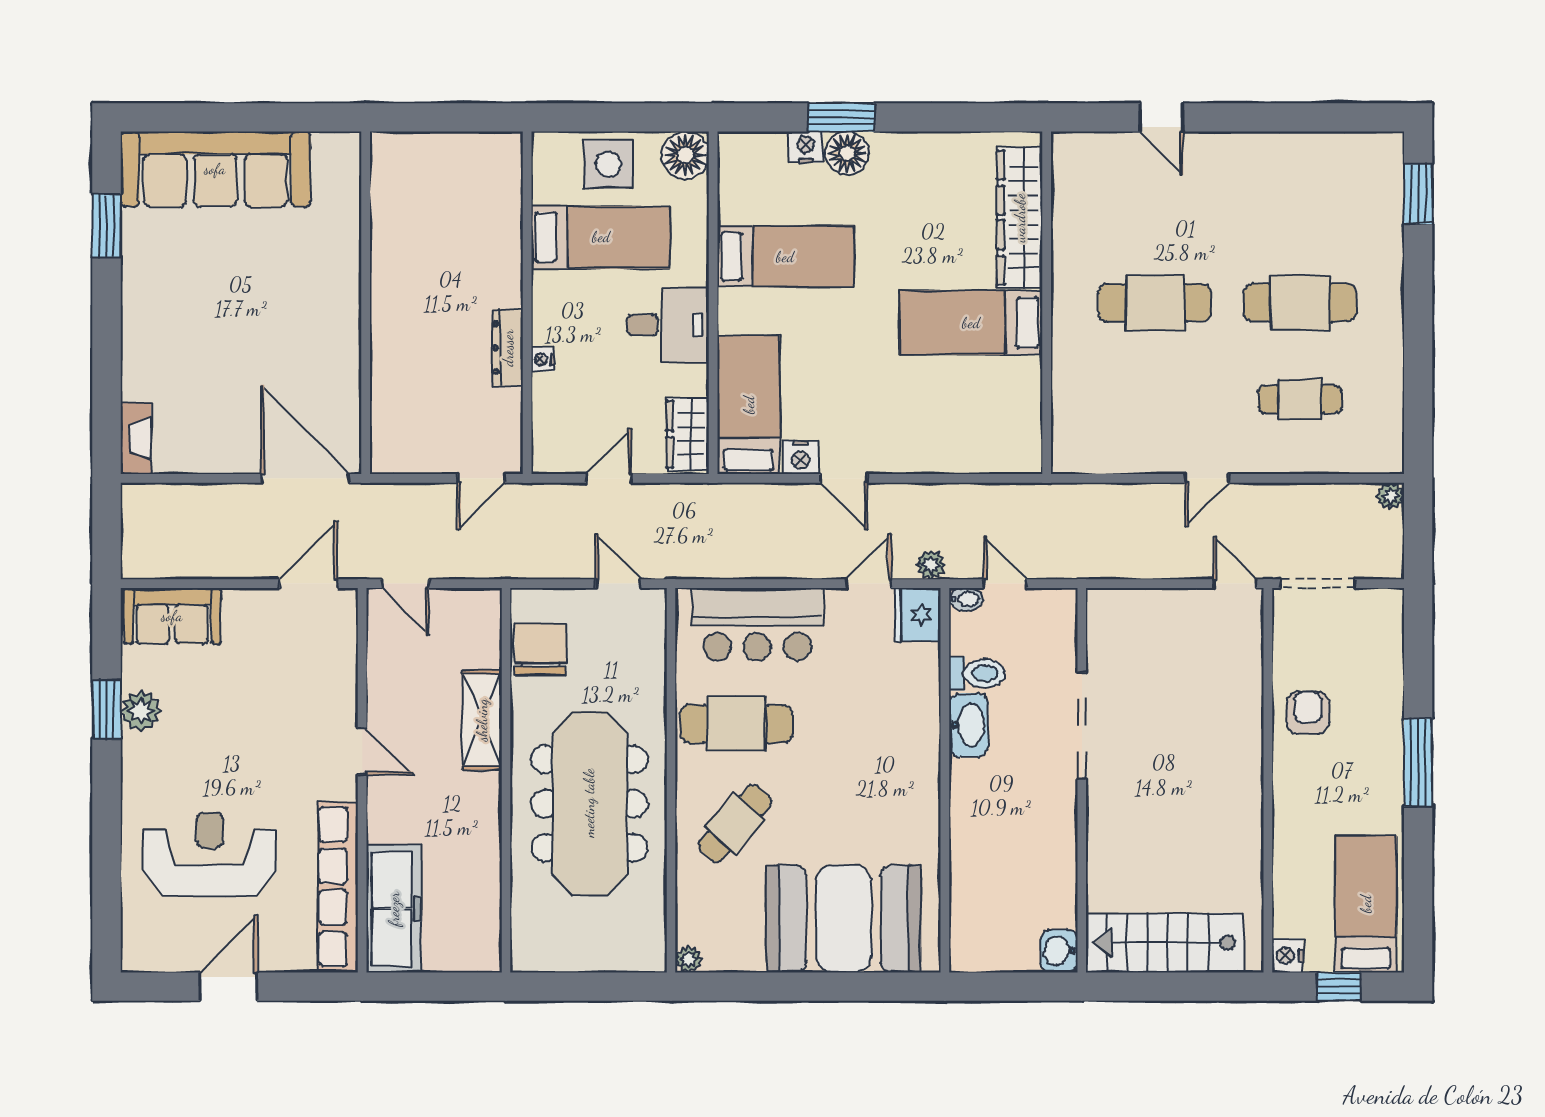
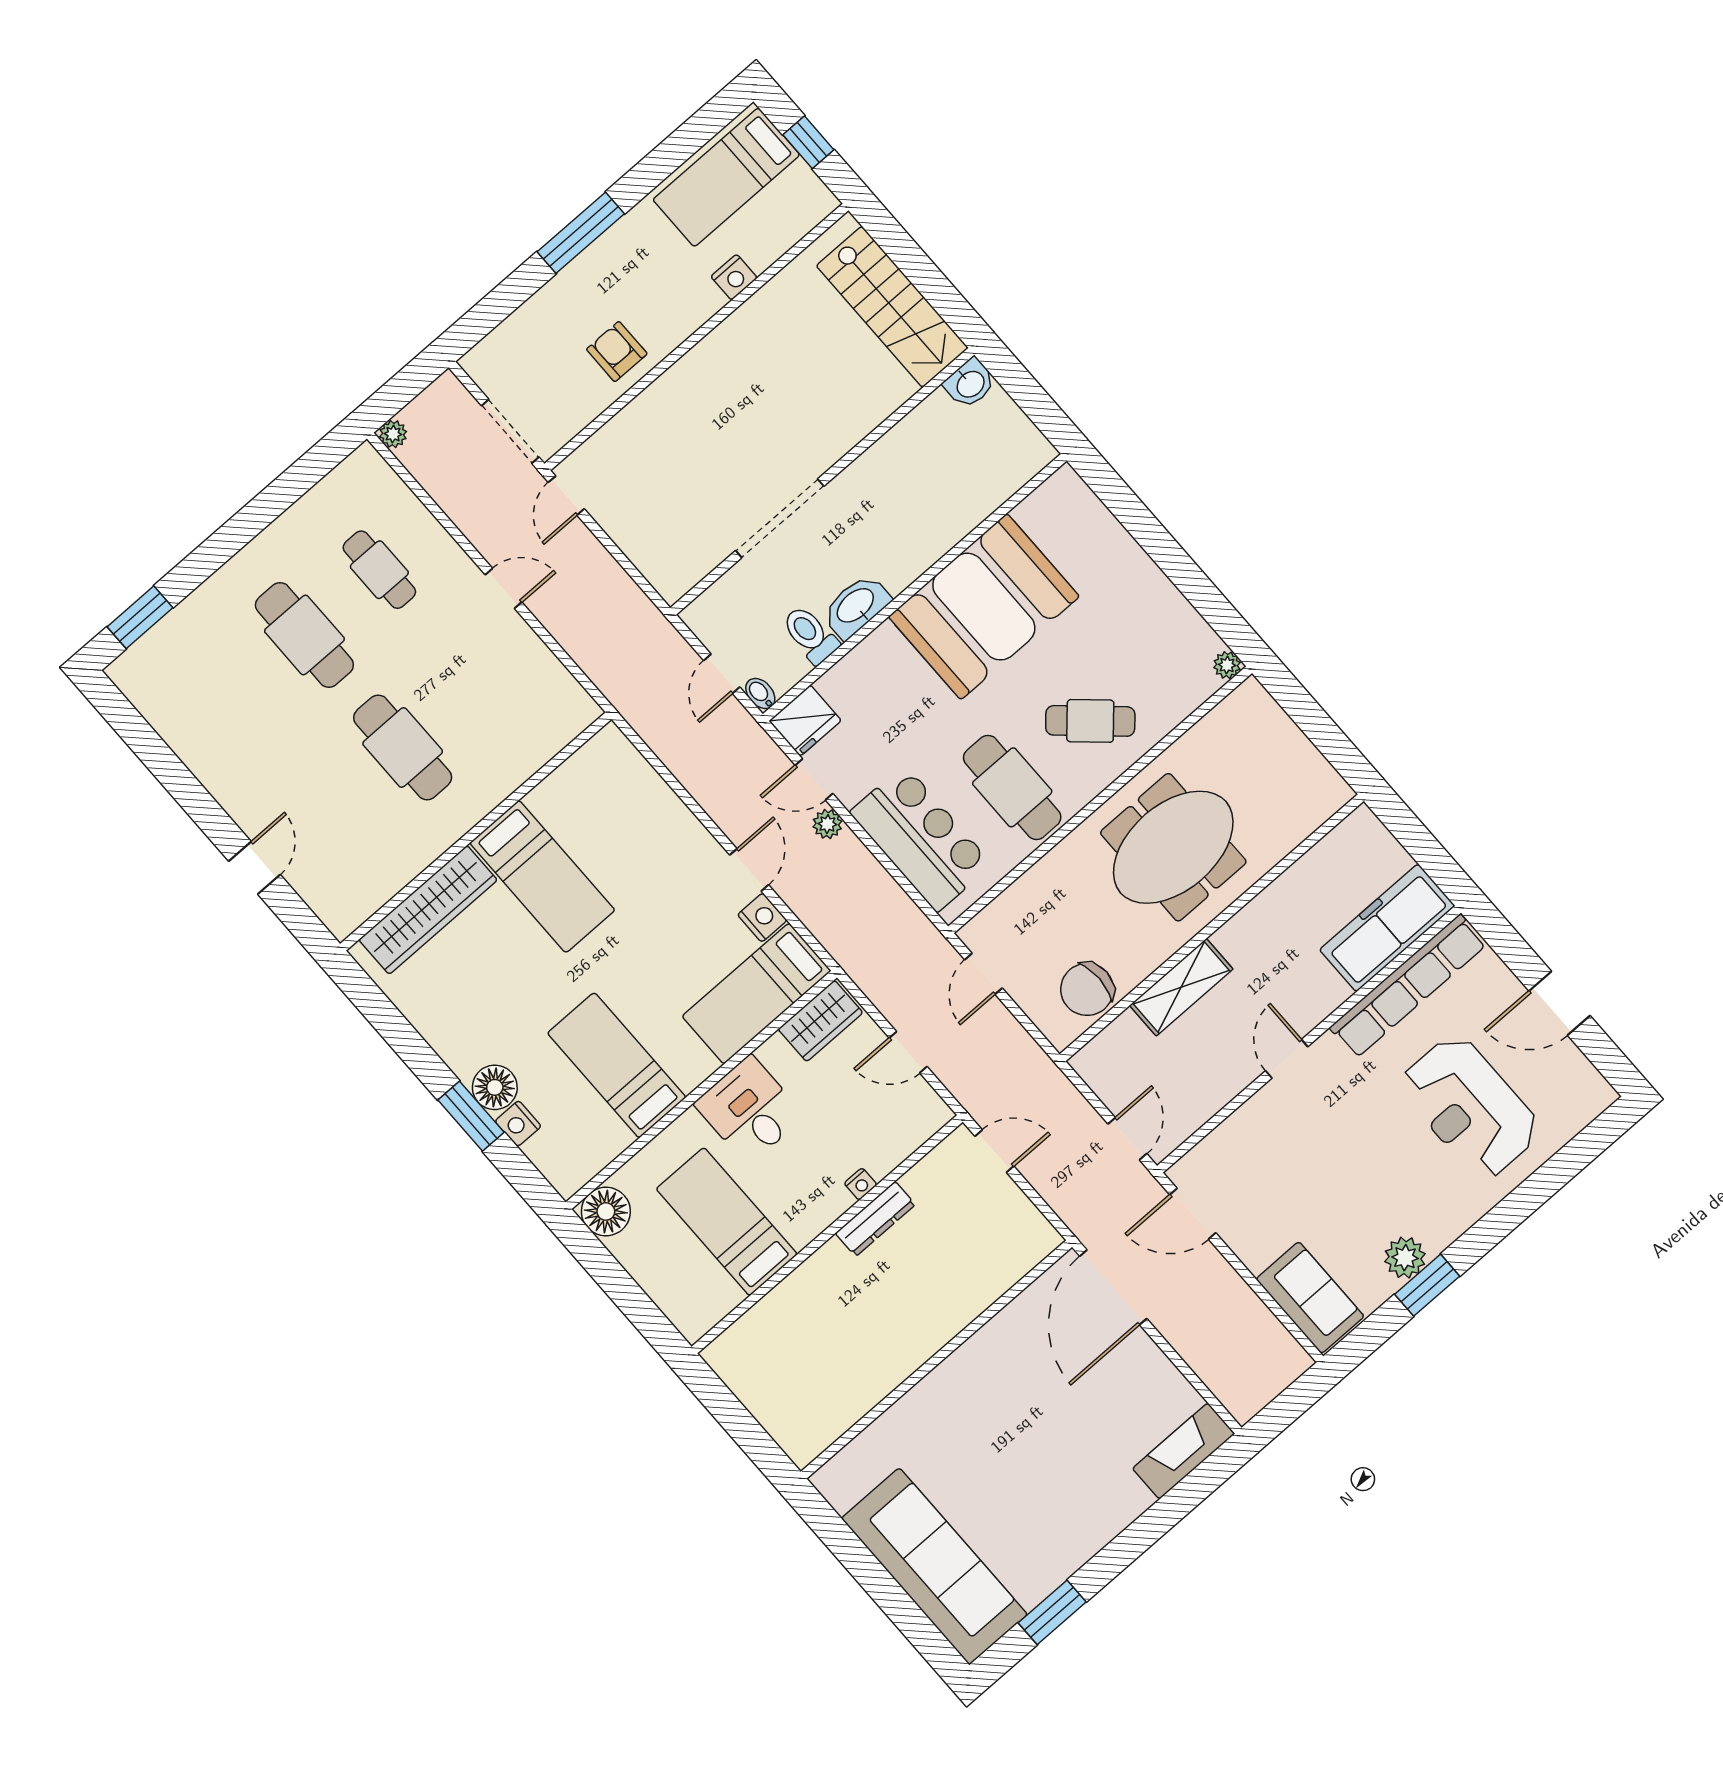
side table: (608, 164) -> (665, 1265), removed
fireplace: (136, 438) -> (1184, 1451), width x1.37, depth x1.32
plant: (931, 565) -> (827, 824), moved
armchair: (1308, 713) -> (617, 352), turned 90
meeting table: (589, 803) -> (1173, 847), width x0.73
booth: (844, 919) -> (984, 607), moved, turned 90
nightstand: (1288, 956) -> (734, 277), moved

